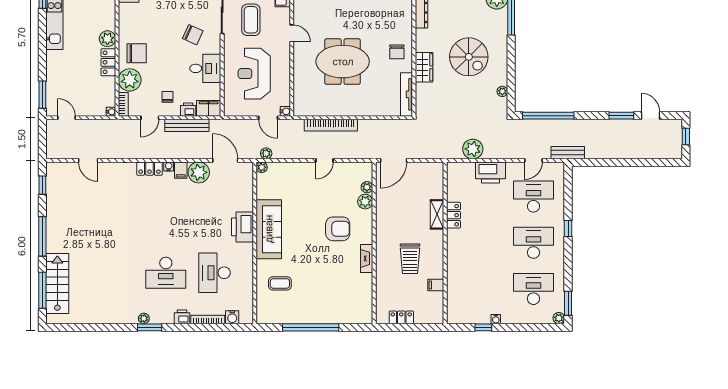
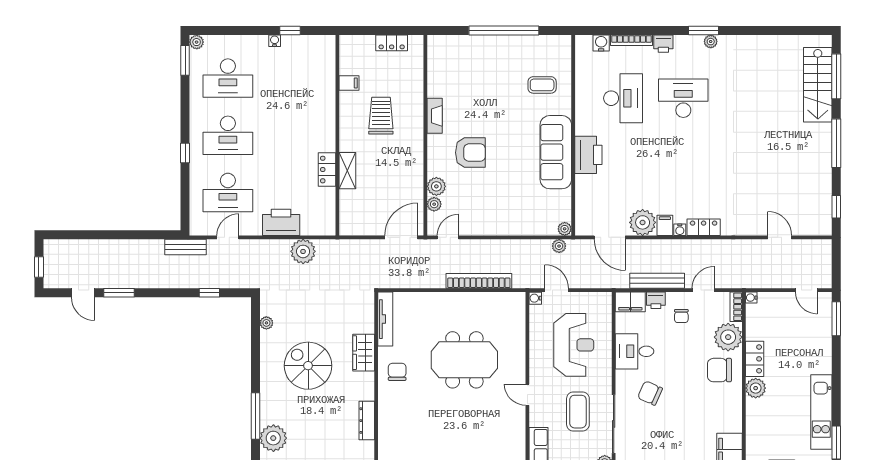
window: (548, 116) -> (209, 293), width x0.32
door: (325, 160) -> (448, 237), moved
armchair: (338, 229) -> (470, 153), turned 180

